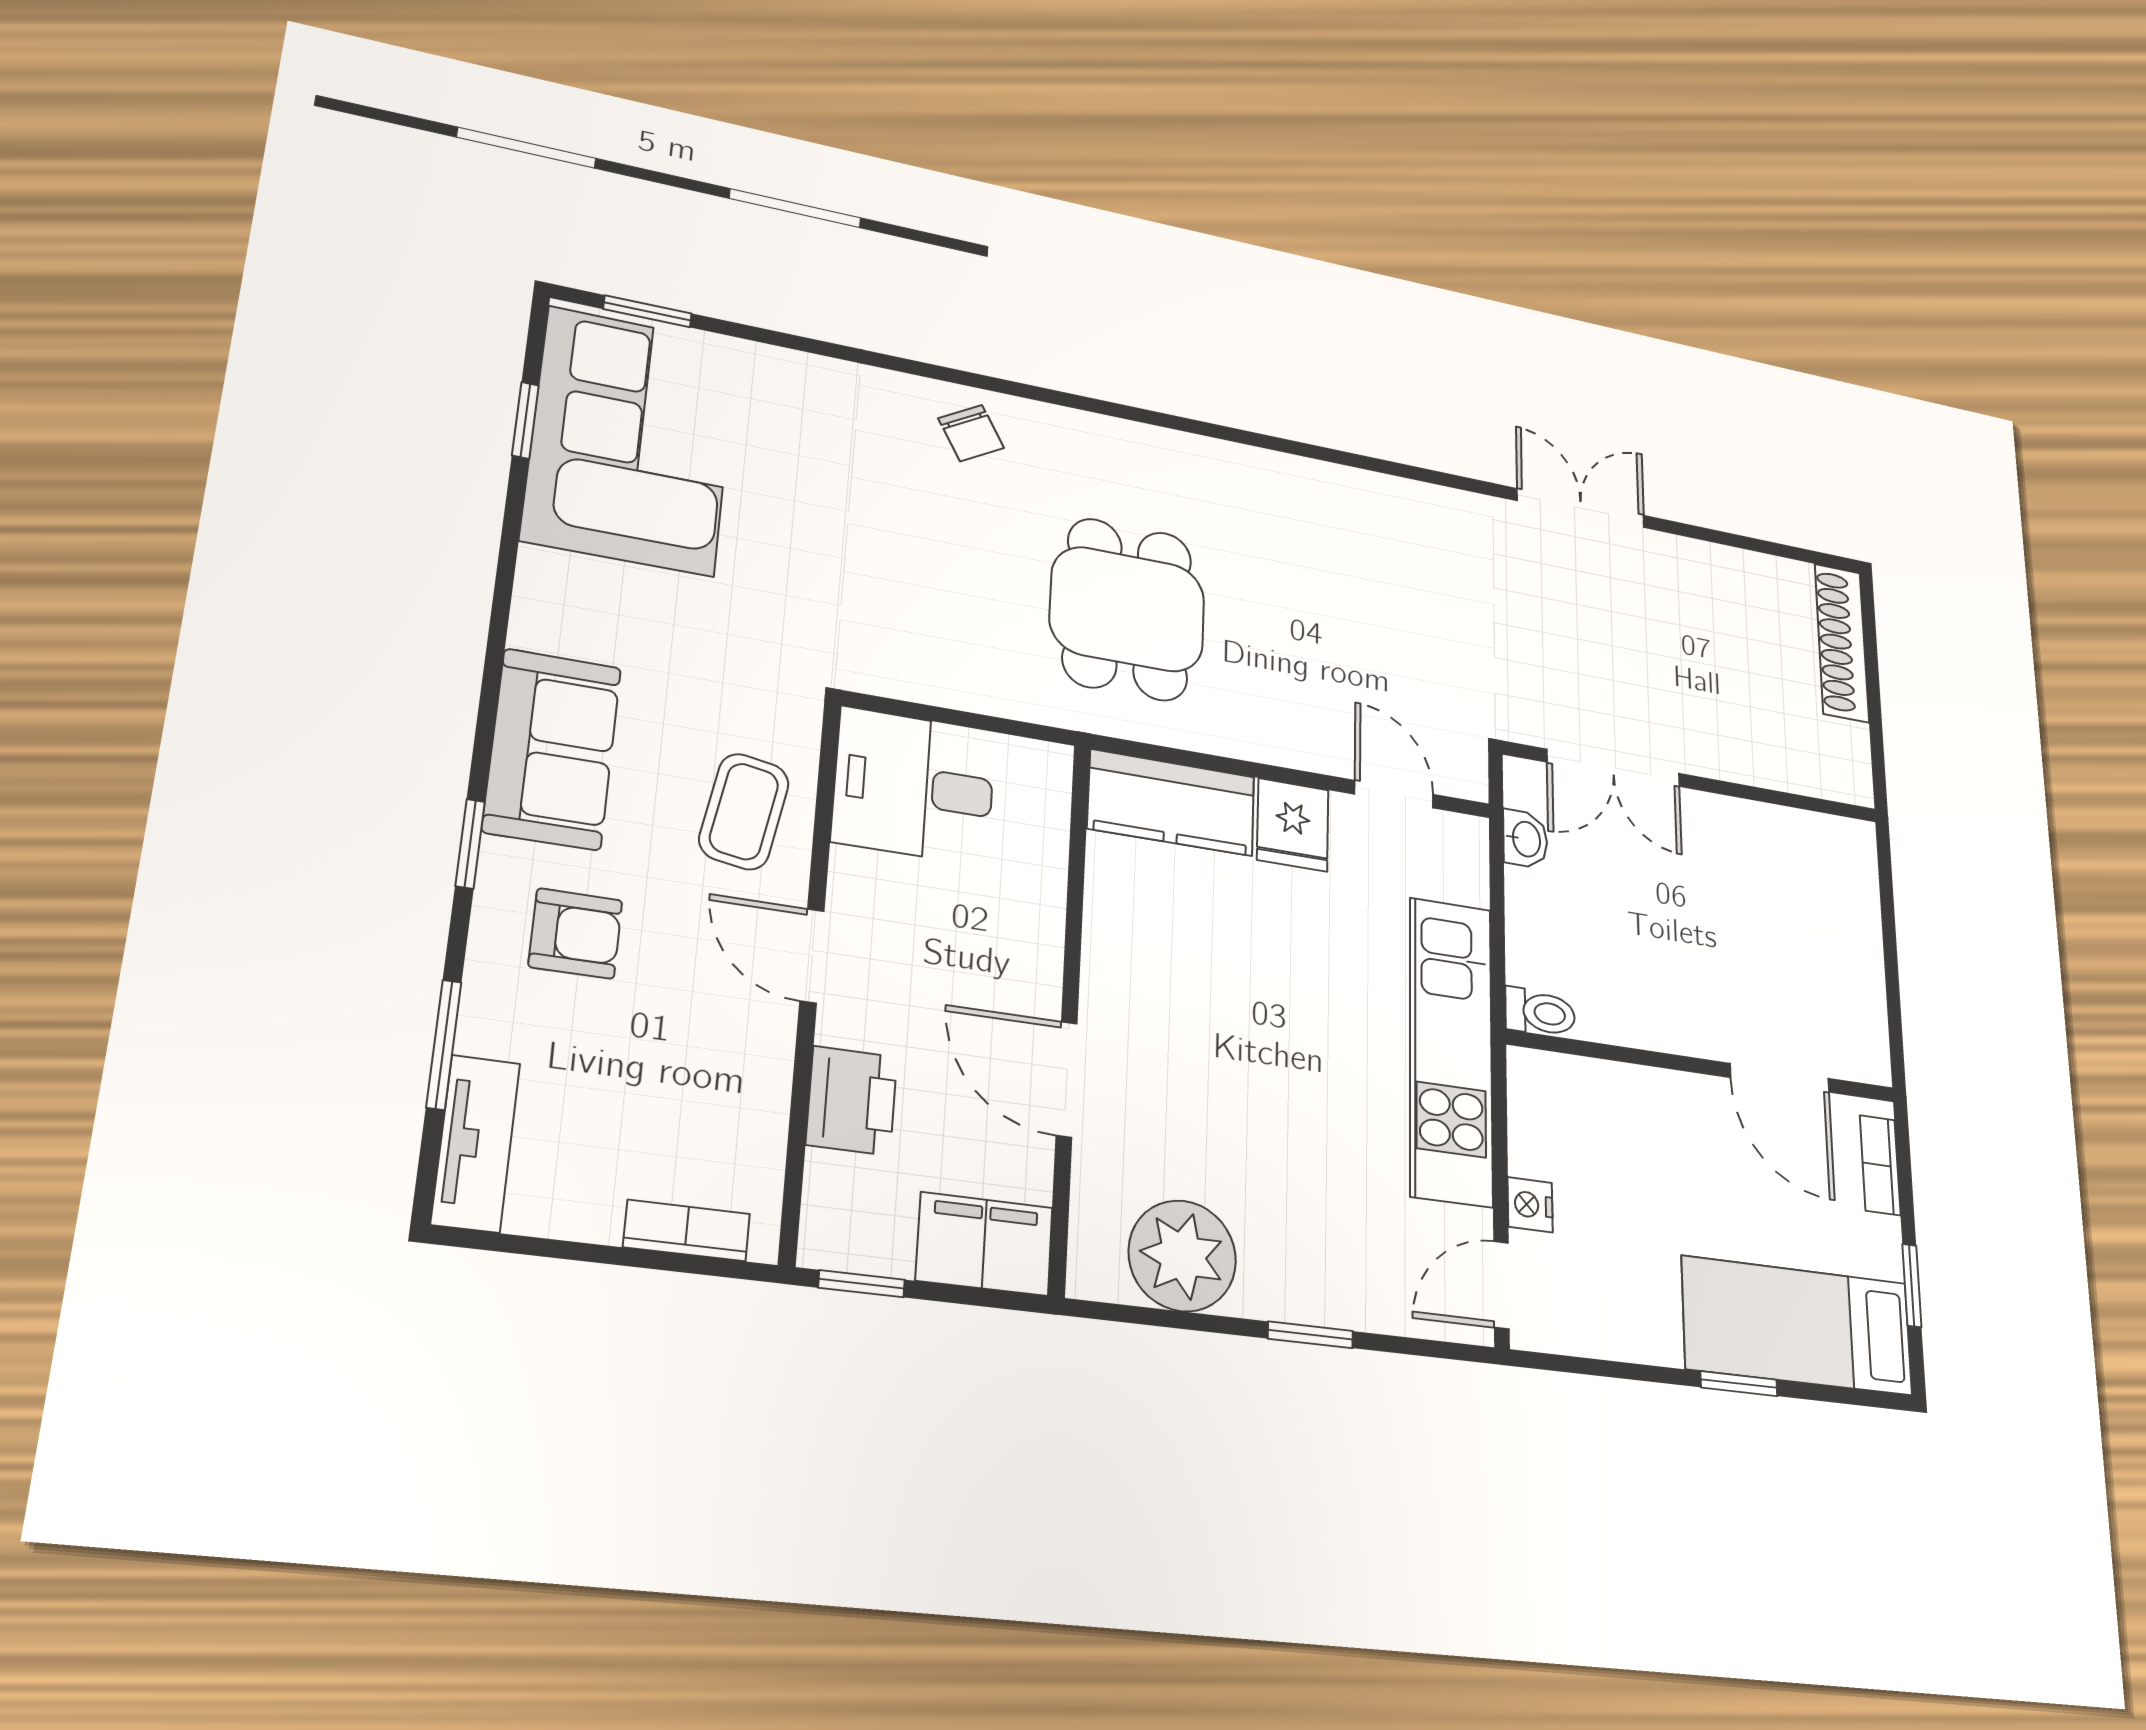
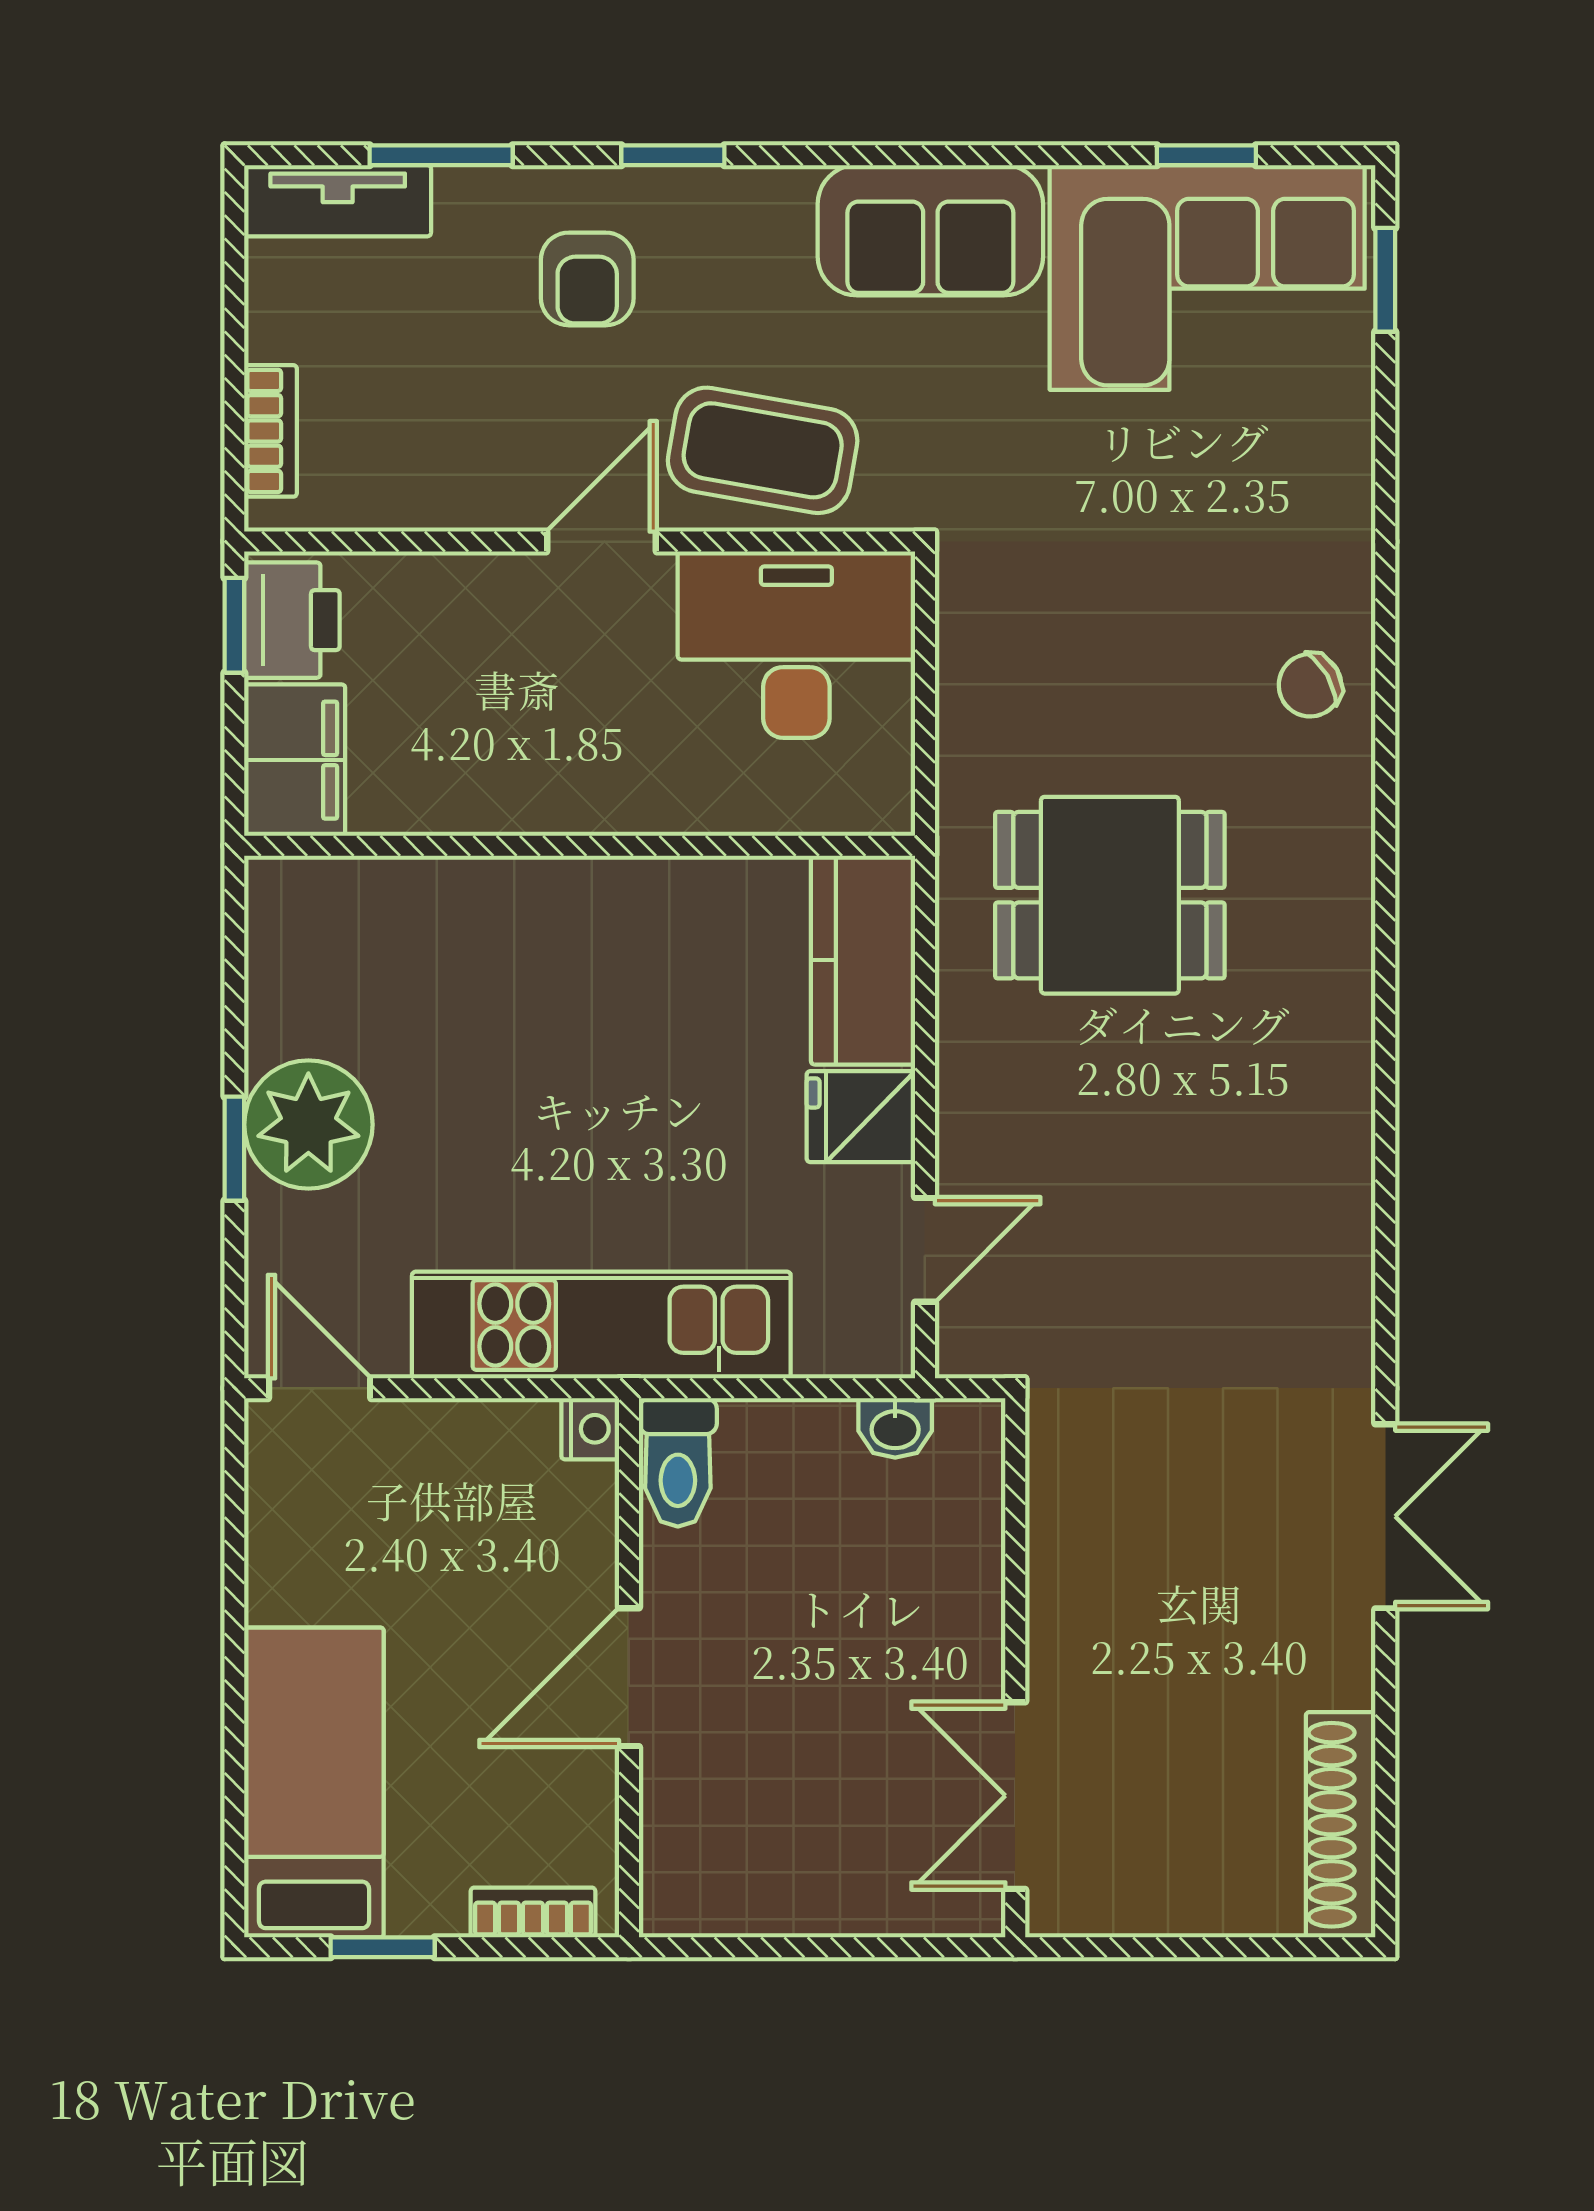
shoe rack: (1842, 643) -> (1341, 1825), moved, turned -90
sofa: (552, 749) -> (930, 230), moved
double door: (1613, 768) -> (1015, 1796), moved
desk: (914, 786) -> (796, 645), width x1.37
coffee table: (744, 811) -> (763, 450), width x1.36, depth x1.30
toilet: (1540, 1012) -> (678, 1462), width x1.37, depth x1.39
door: (1780, 1078) -> (629, 1677), moved
door: (1067, 1079) -> (498, 846), removed
printer: (852, 1101) -> (292, 620), moved, turned -90
nightstand: (1530, 1205) -> (590, 1429), moved, turned 90
plant: (1182, 1256) -> (308, 1125), moved
window: (1739, 1384) -> (234, 1699), removed

